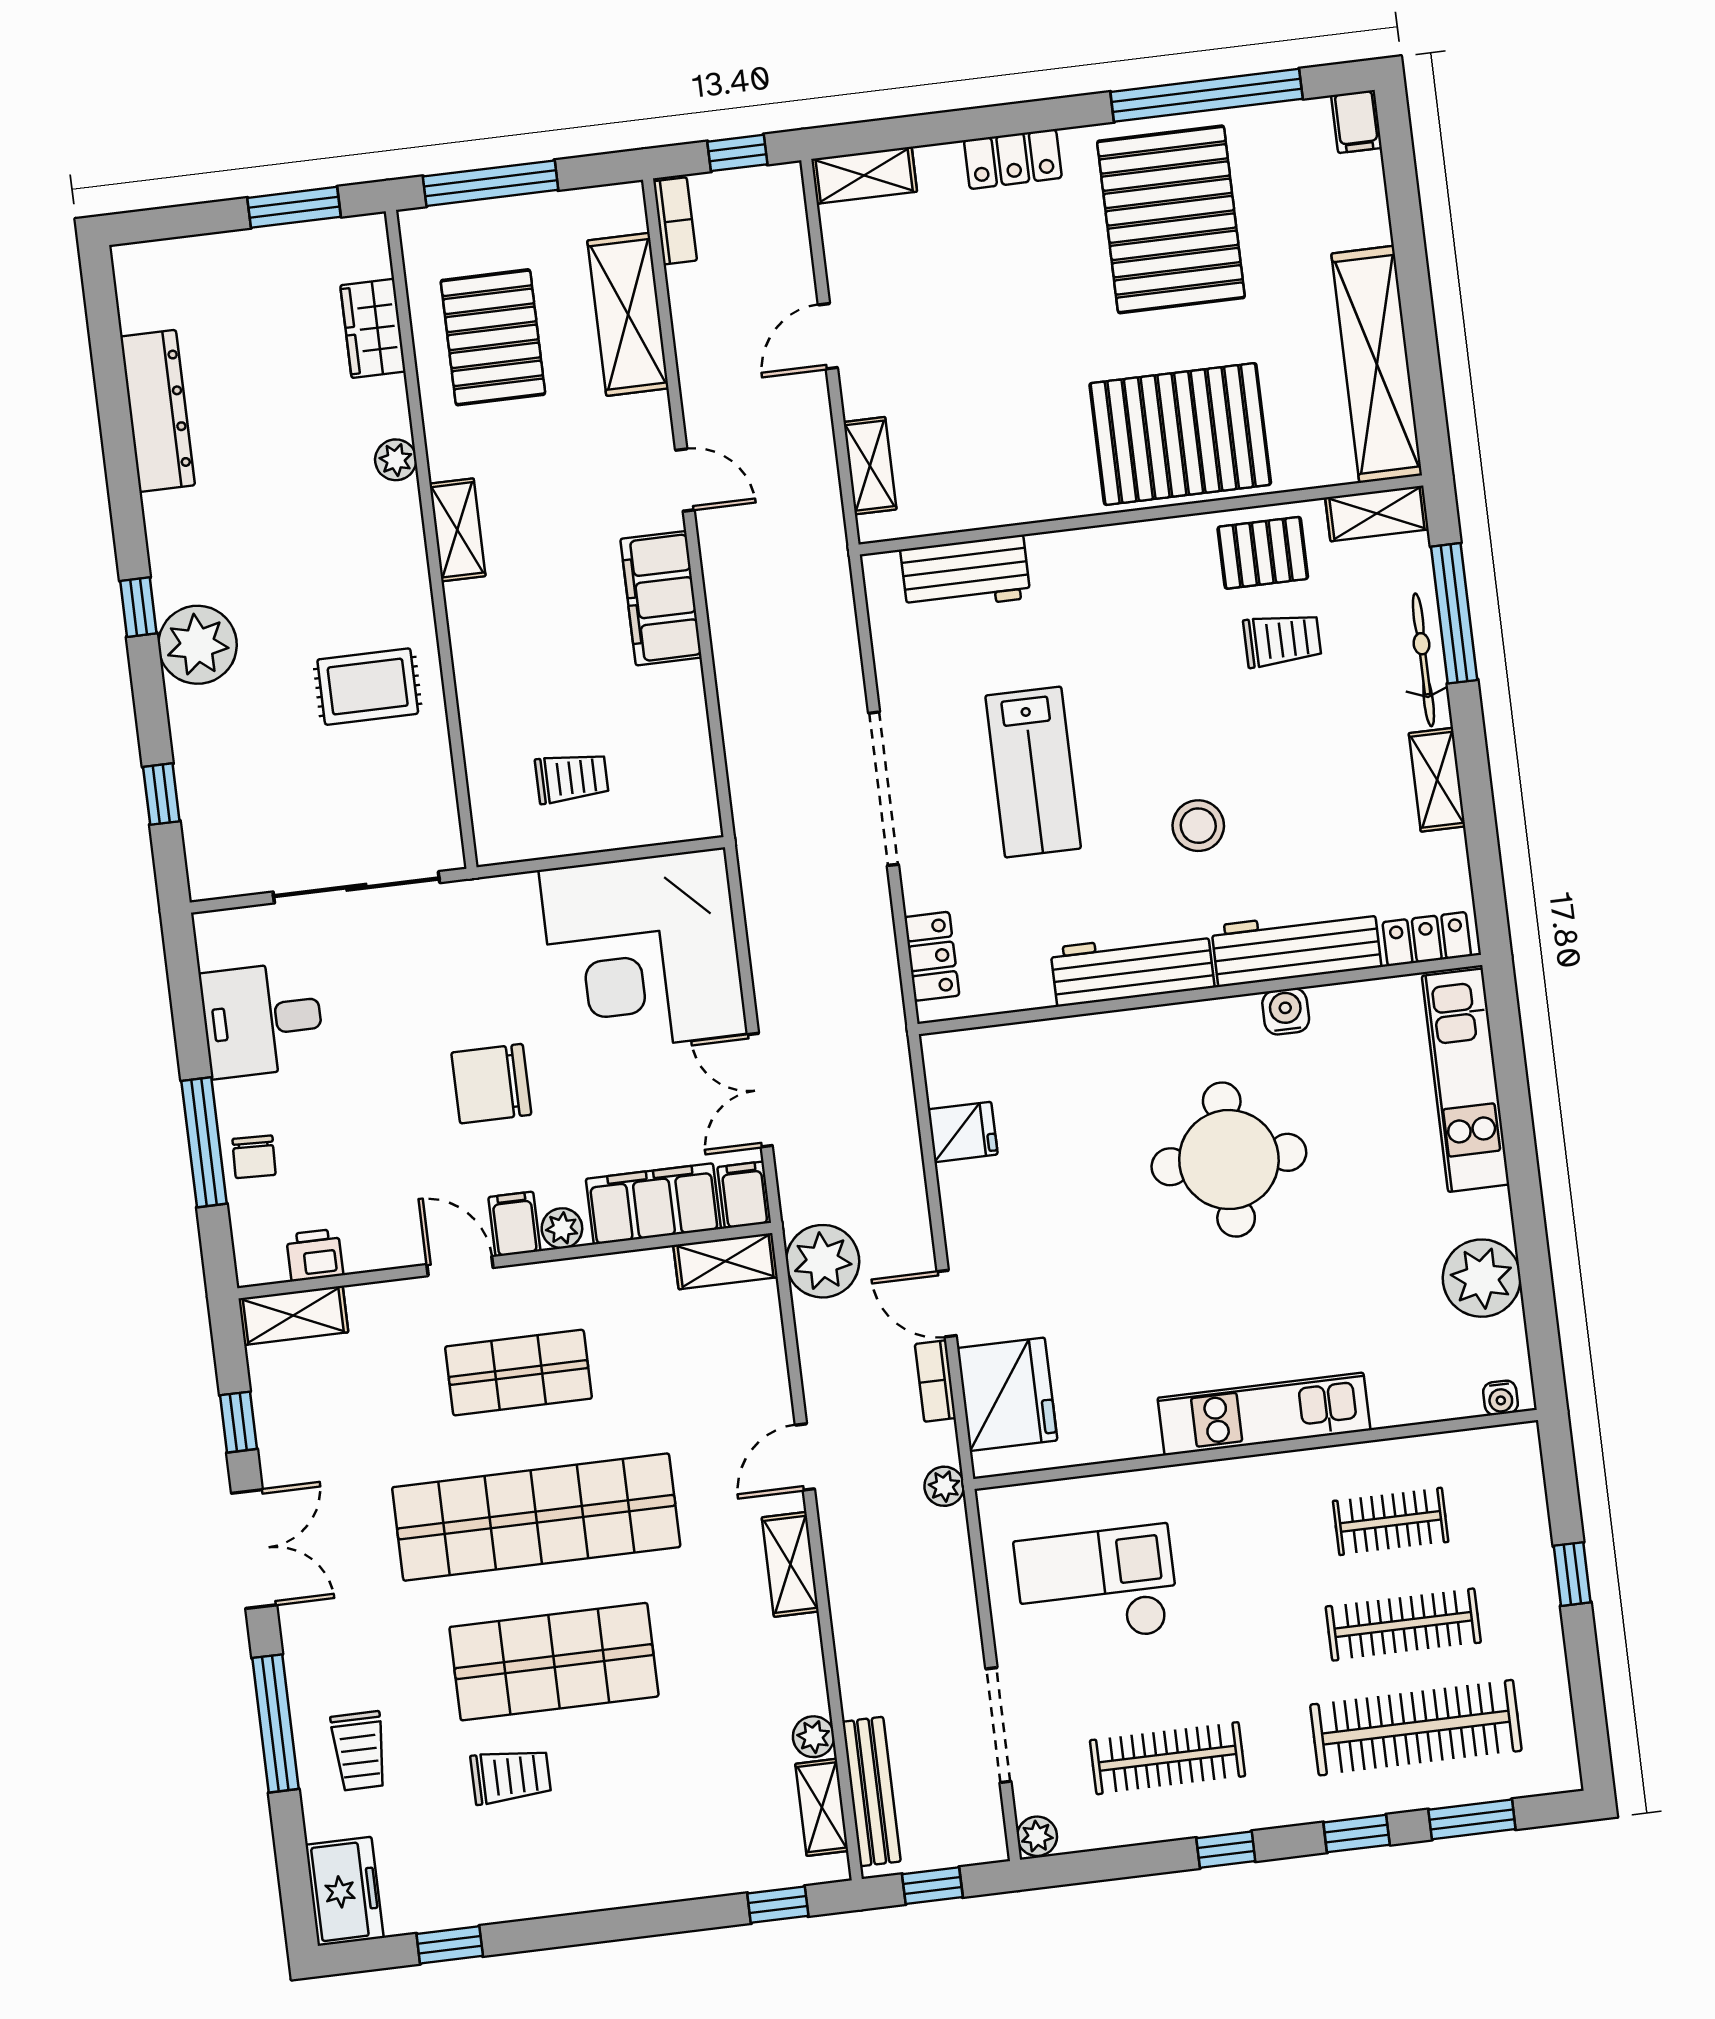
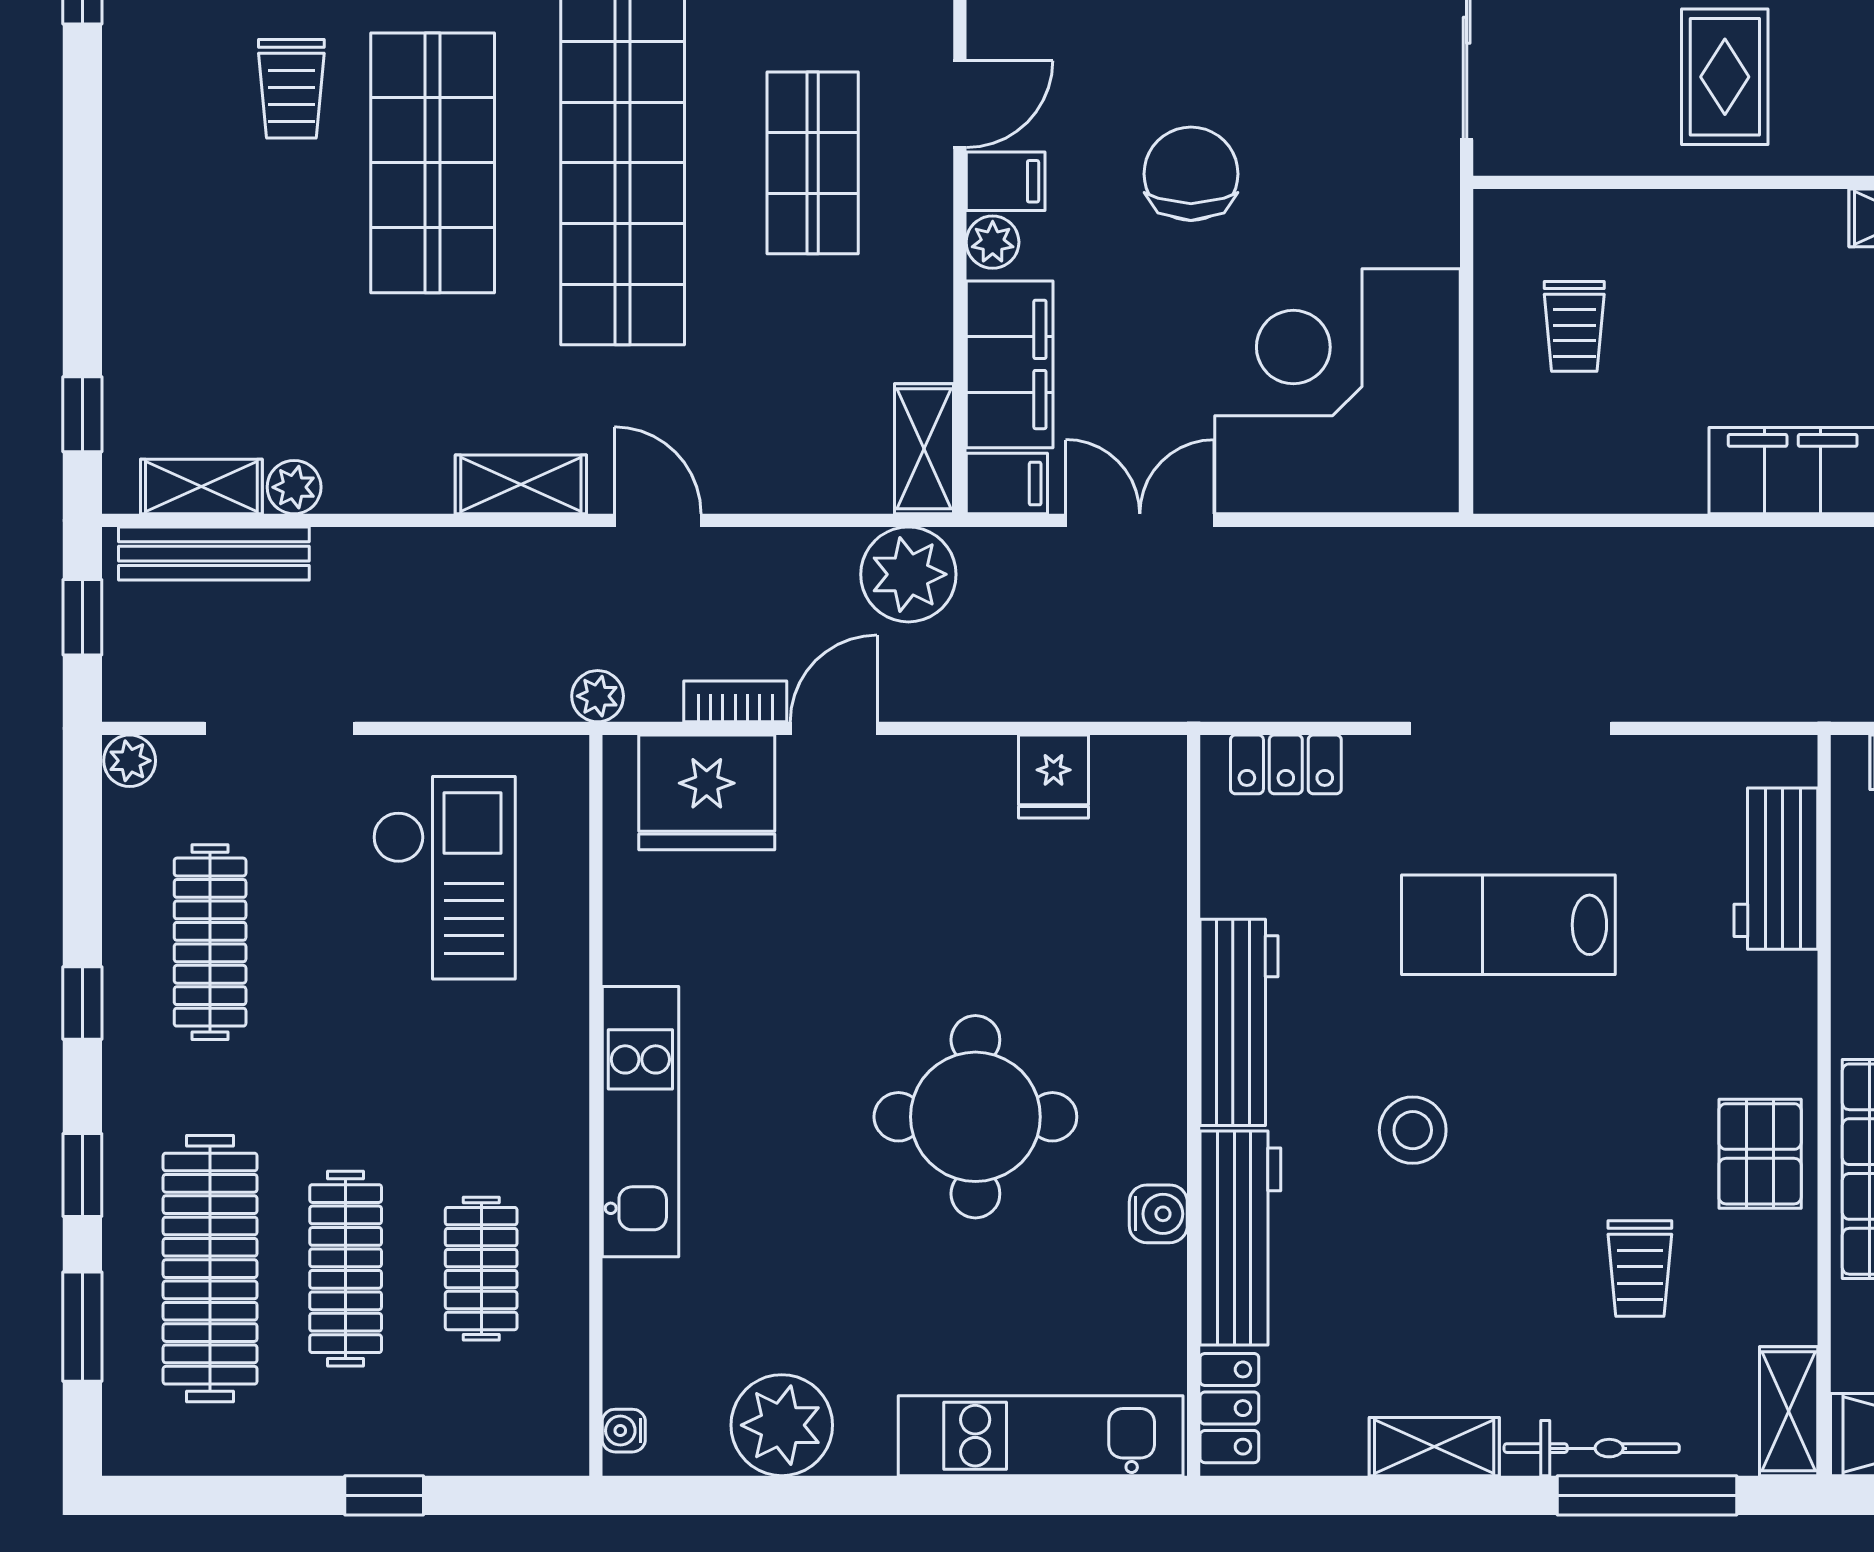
pallet: (1263, 553) -> (1760, 1154), moved

